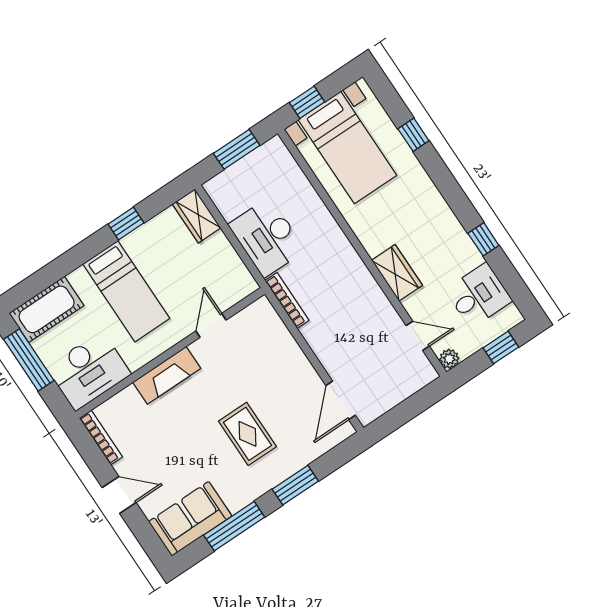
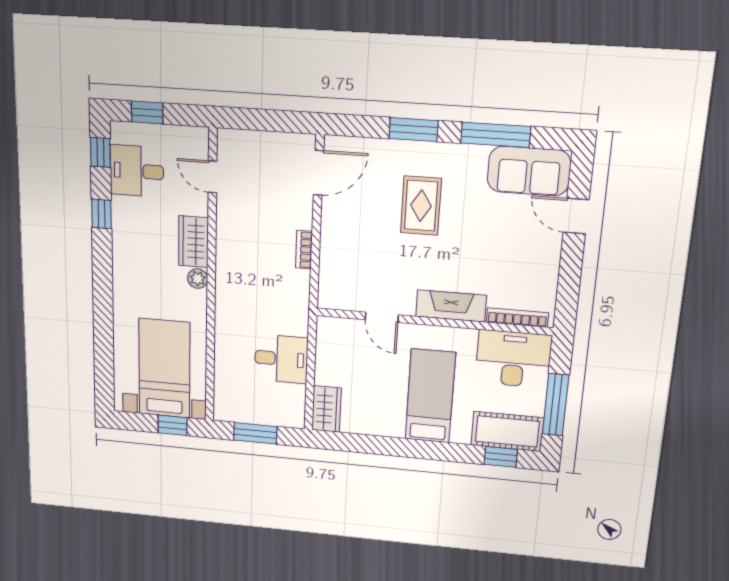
window: (413, 135) -> (100, 152), moved
window: (126, 223) -> (501, 457), moved
desk: (267, 237) -> (281, 359), width x0.73
bookcase: (287, 300) -> (304, 250), moved, width x0.64
door: (211, 325) -> (382, 317), hinge flipped
plant: (449, 359) -> (198, 279), moved
bookcase: (101, 437) -> (517, 318), moved, turned 90
door: (119, 495) -> (576, 216), moved

